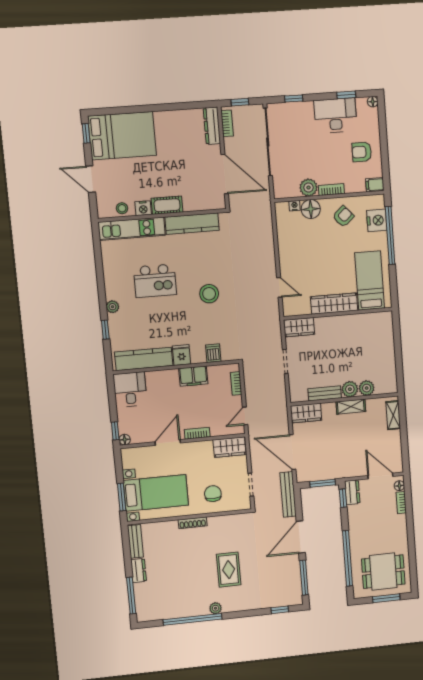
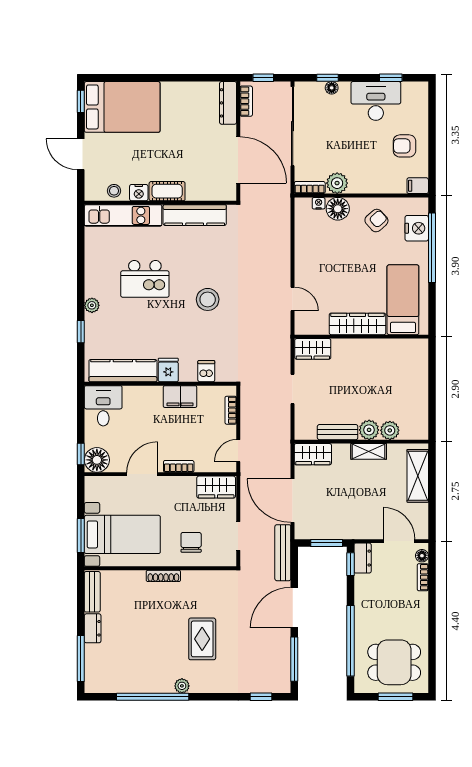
floor lamp: (373, 102) -> (332, 88), moved
bookcase: (331, 190) -> (310, 188), moved
shelving: (393, 415) -> (418, 476), width x1.50, depth x1.33
floor lamp: (125, 440) -> (97, 460), width x1.89, depth x1.89

